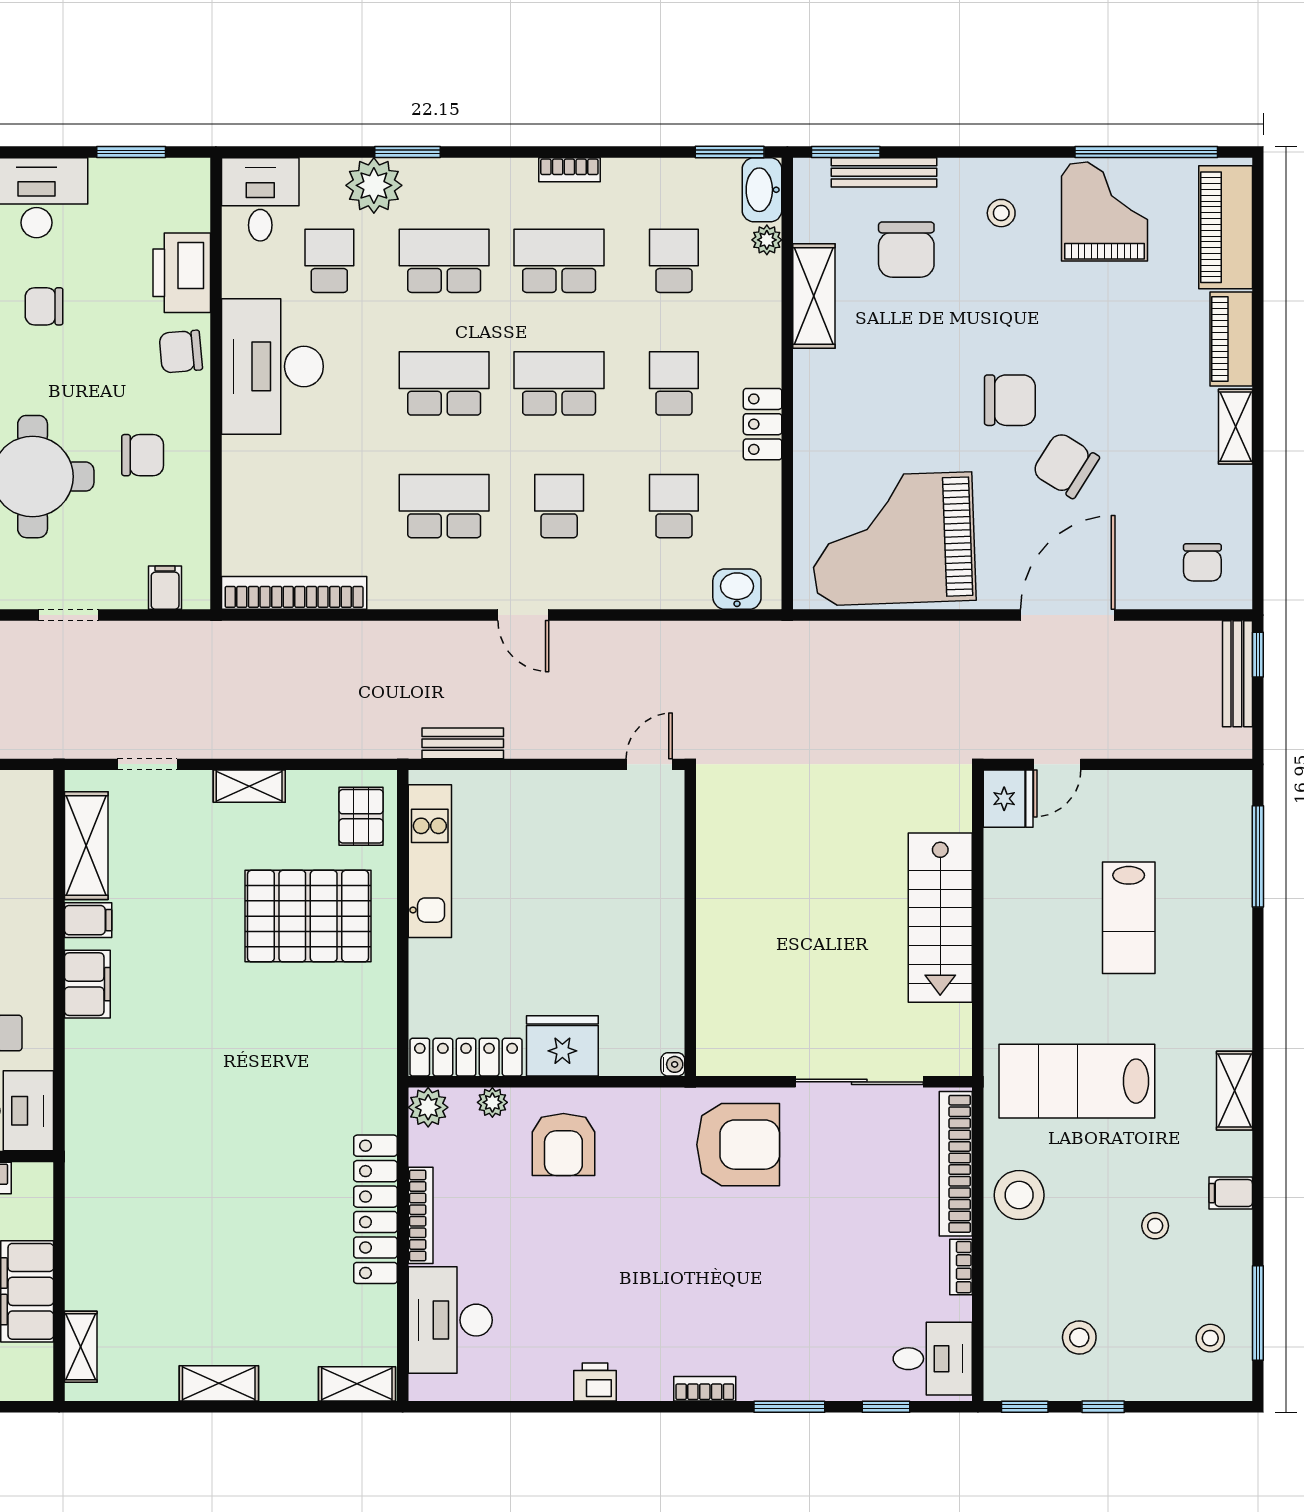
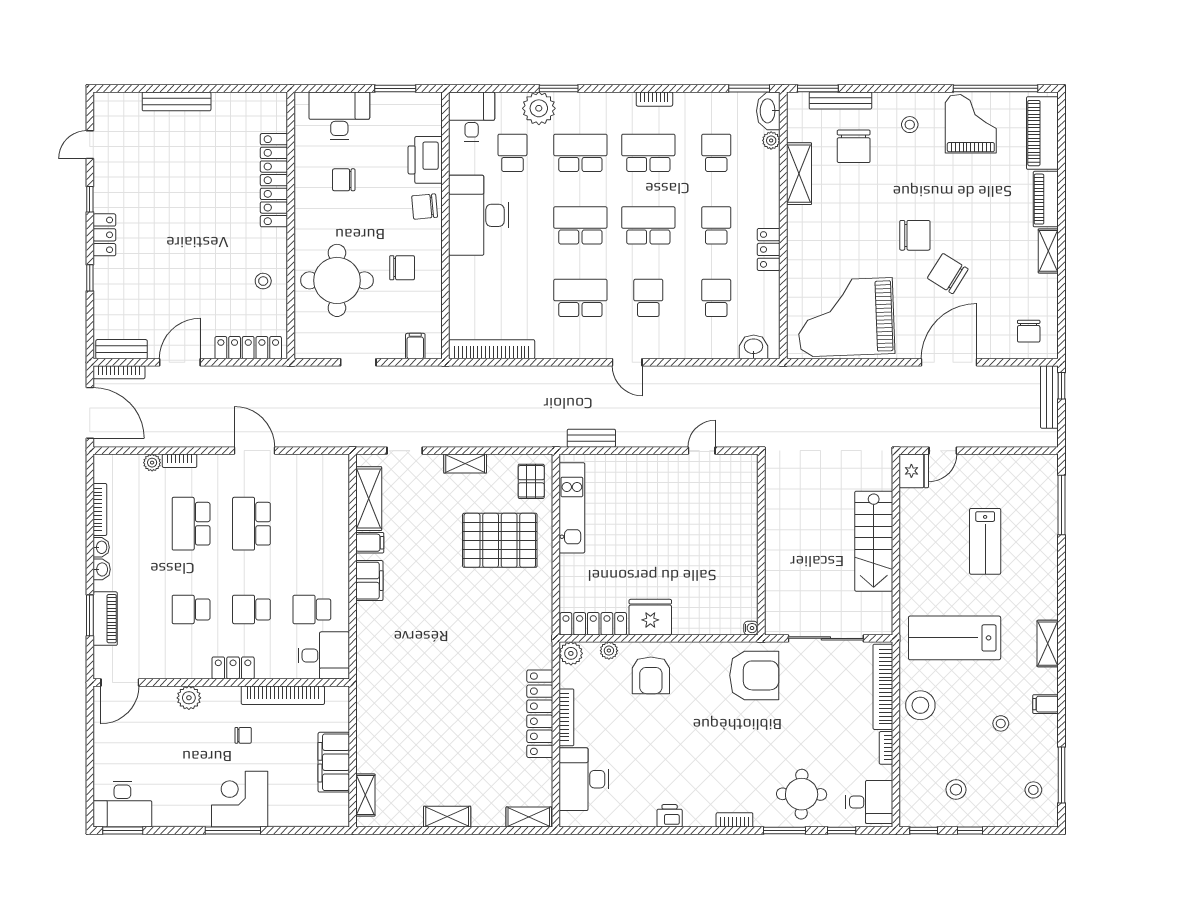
wall: (690, 923) -> (761, 544), moved
water cooler: (673, 1064) -> (751, 628), moved
round table: (818, 1345) -> (802, 794), added

